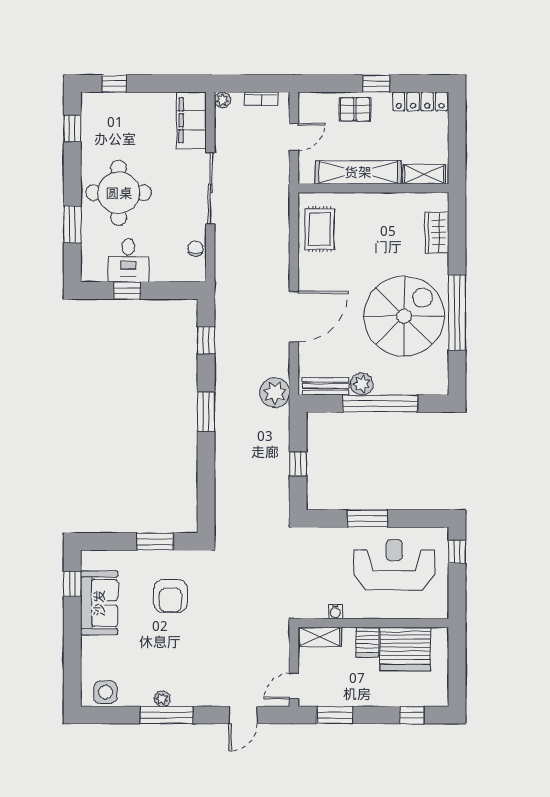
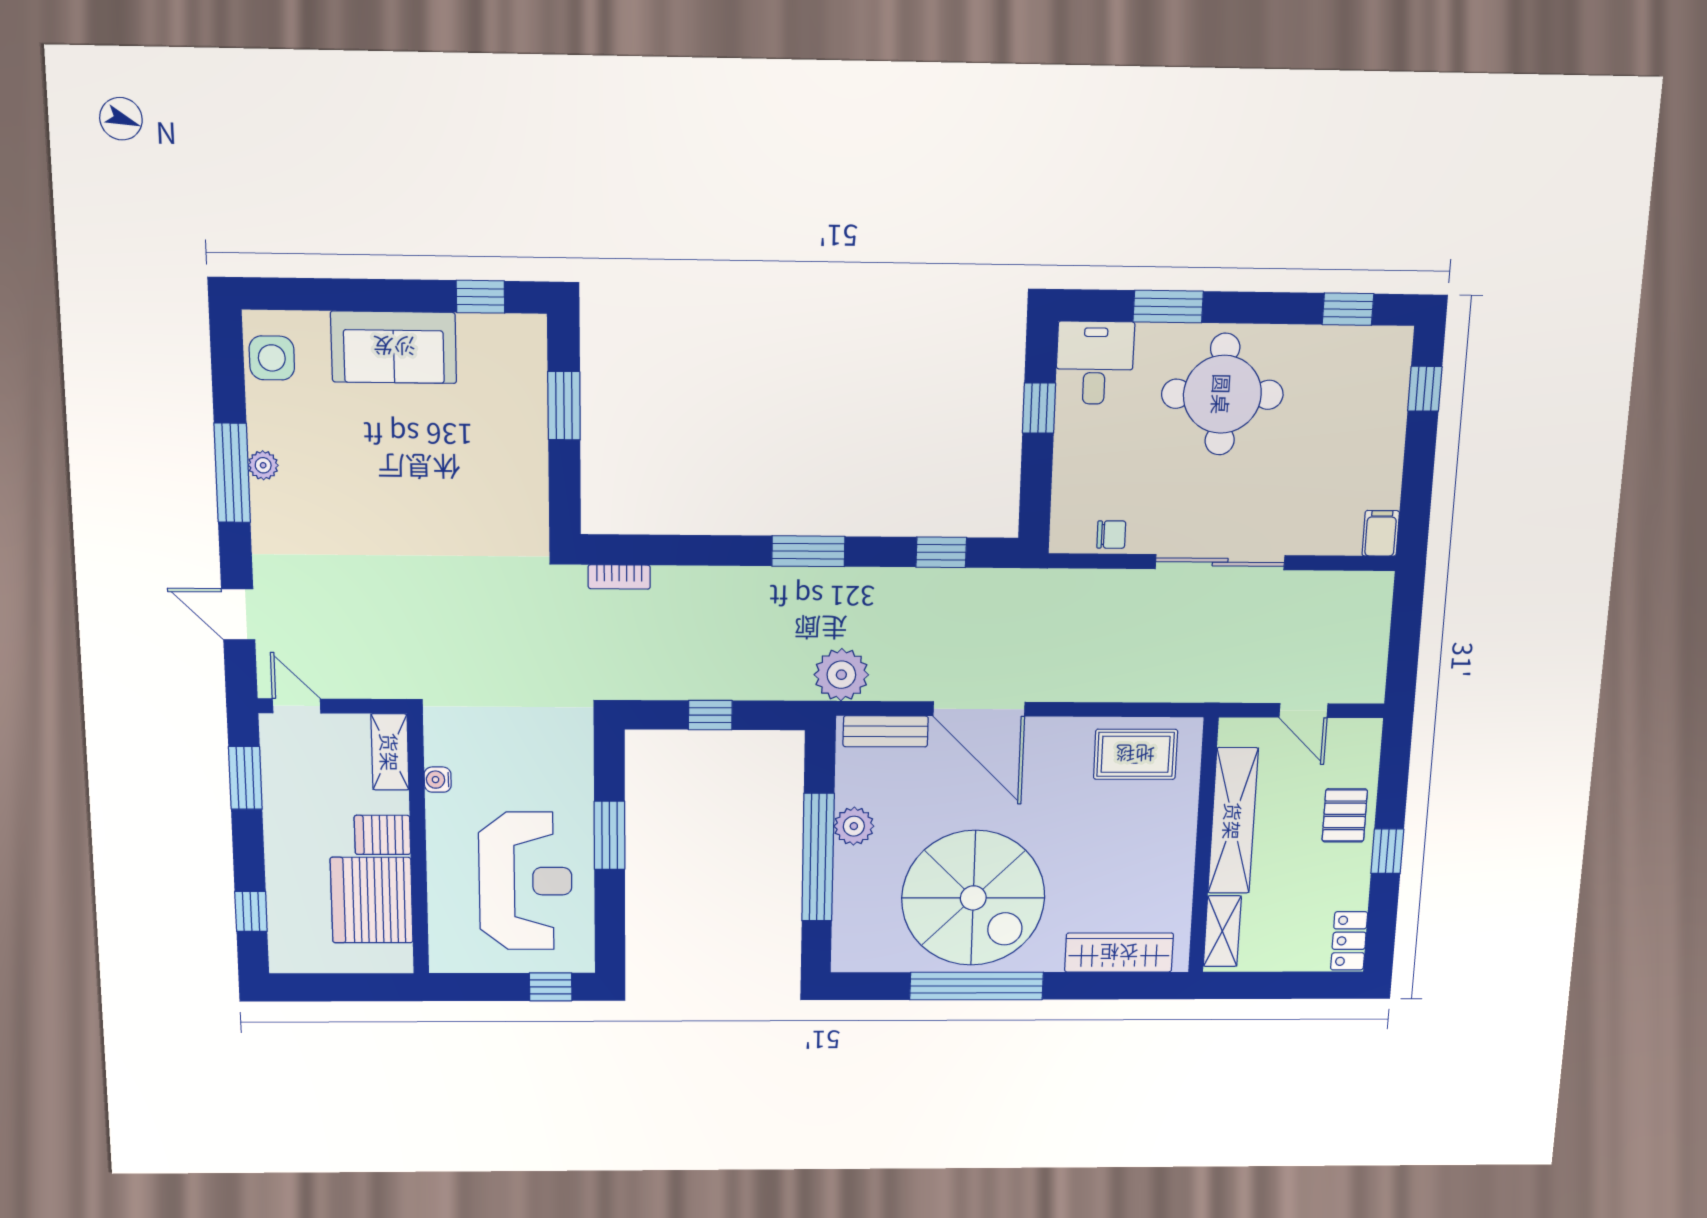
bookcase: (261, 99) -> (619, 577), moved, turned -90
plant: (222, 100) -> (1379, 585), removed
locker: (420, 101) -> (1349, 941), width x0.66
filing cabinet: (191, 120) -> (1381, 533), width x0.33, depth x0.86
wardrobe: (437, 232) -> (1119, 953), width x1.50
desk: (128, 260) -> (1095, 363), moved, turned 90
bench: (326, 386) -> (886, 731), moved, turned 90
window: (155, 541) -> (564, 406), moved
armchair: (170, 596) -> (461, 482), removed
sofa: (99, 603) -> (394, 347), moved

